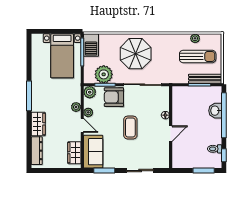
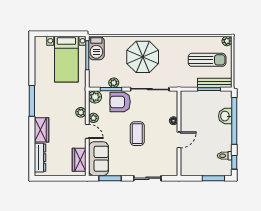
plant: (195, 38) -> (227, 41), moved
plant: (104, 74) -> (114, 83), width x0.53, depth x0.53

